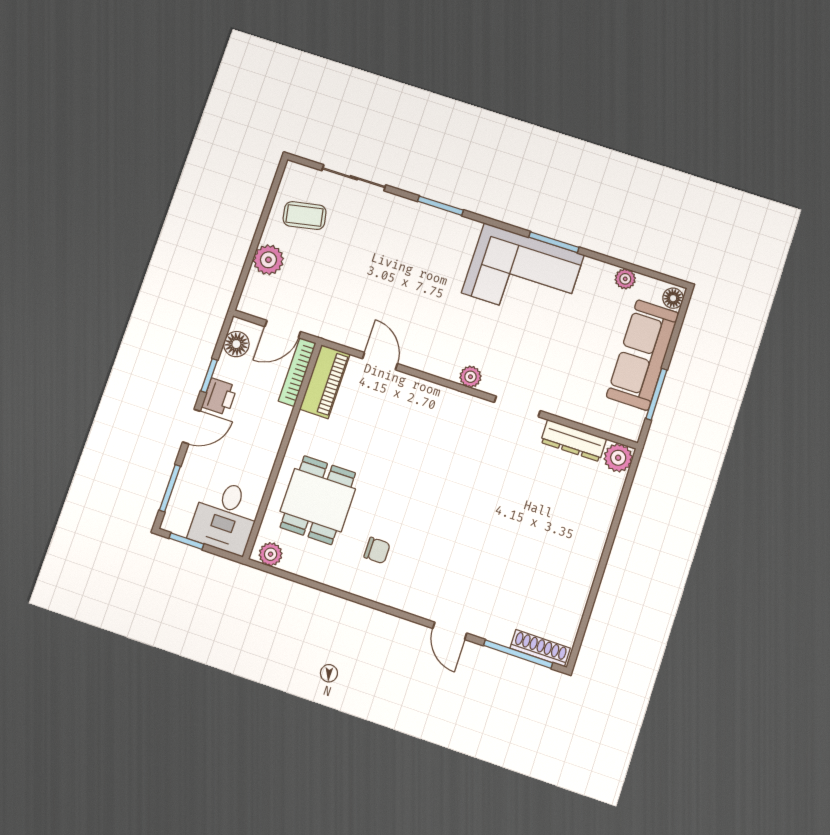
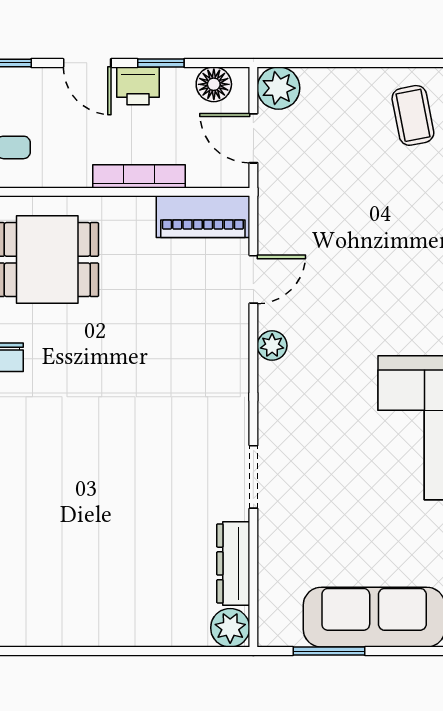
plant: (268, 260) -> (278, 88), moved
bookcase: (297, 372) -> (139, 176), moved
plant: (470, 377) -> (272, 346), moved

